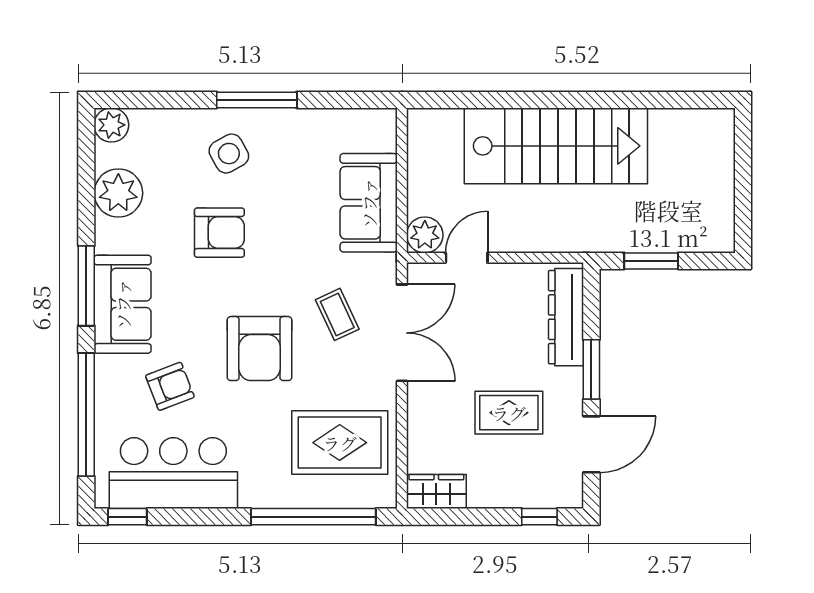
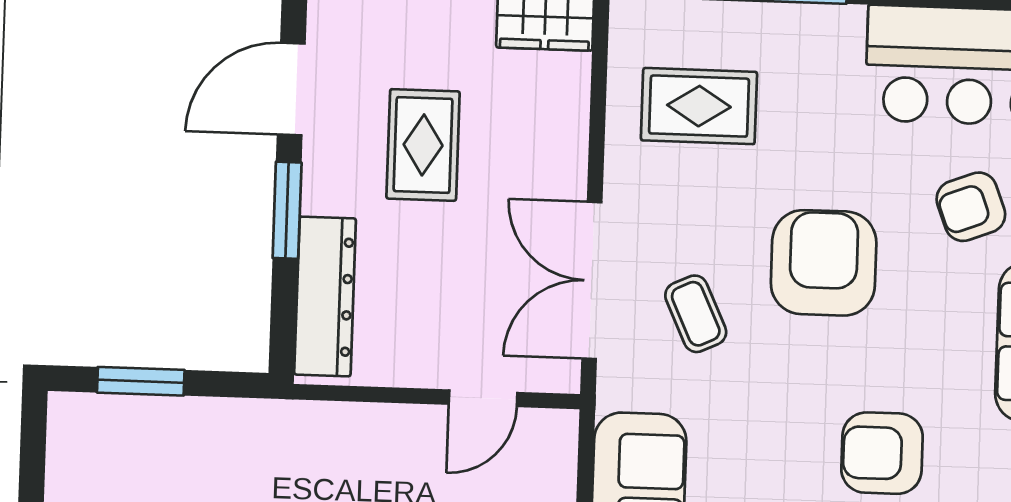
plant: (425, 235) -> (549, 438), removed
window: (651, 261) -> (141, 381), moved
rug: (509, 413) -> (423, 145), turned 90
rug: (340, 443) -> (699, 106), width x0.73, depth x0.70

